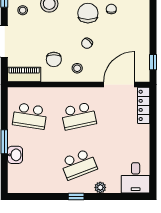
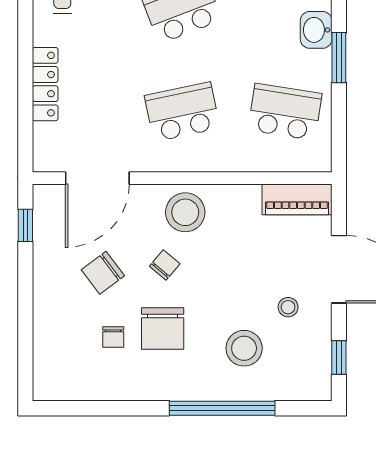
stool: (23, 10) -> (288, 307), moved
chair: (54, 59) -> (103, 273), moved, turned -127
stool: (77, 68) -> (185, 212), width x1.89, depth x1.89
locker: (144, 105) -> (45, 84), moved

